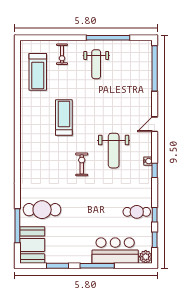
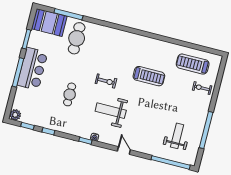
weight bench: (96, 64) -> (177, 136), moved, turned 90
cafe table: (137, 212) -> (70, 94), moved
bar counter: (115, 250) -> (33, 69), moved

